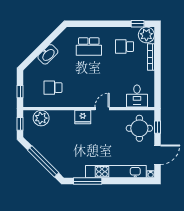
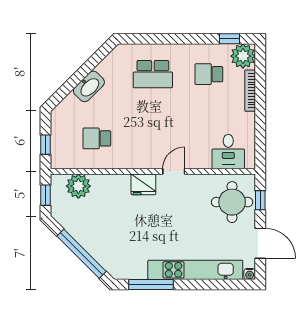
door: (157, 155) -> (260, 243), hinge flipped

